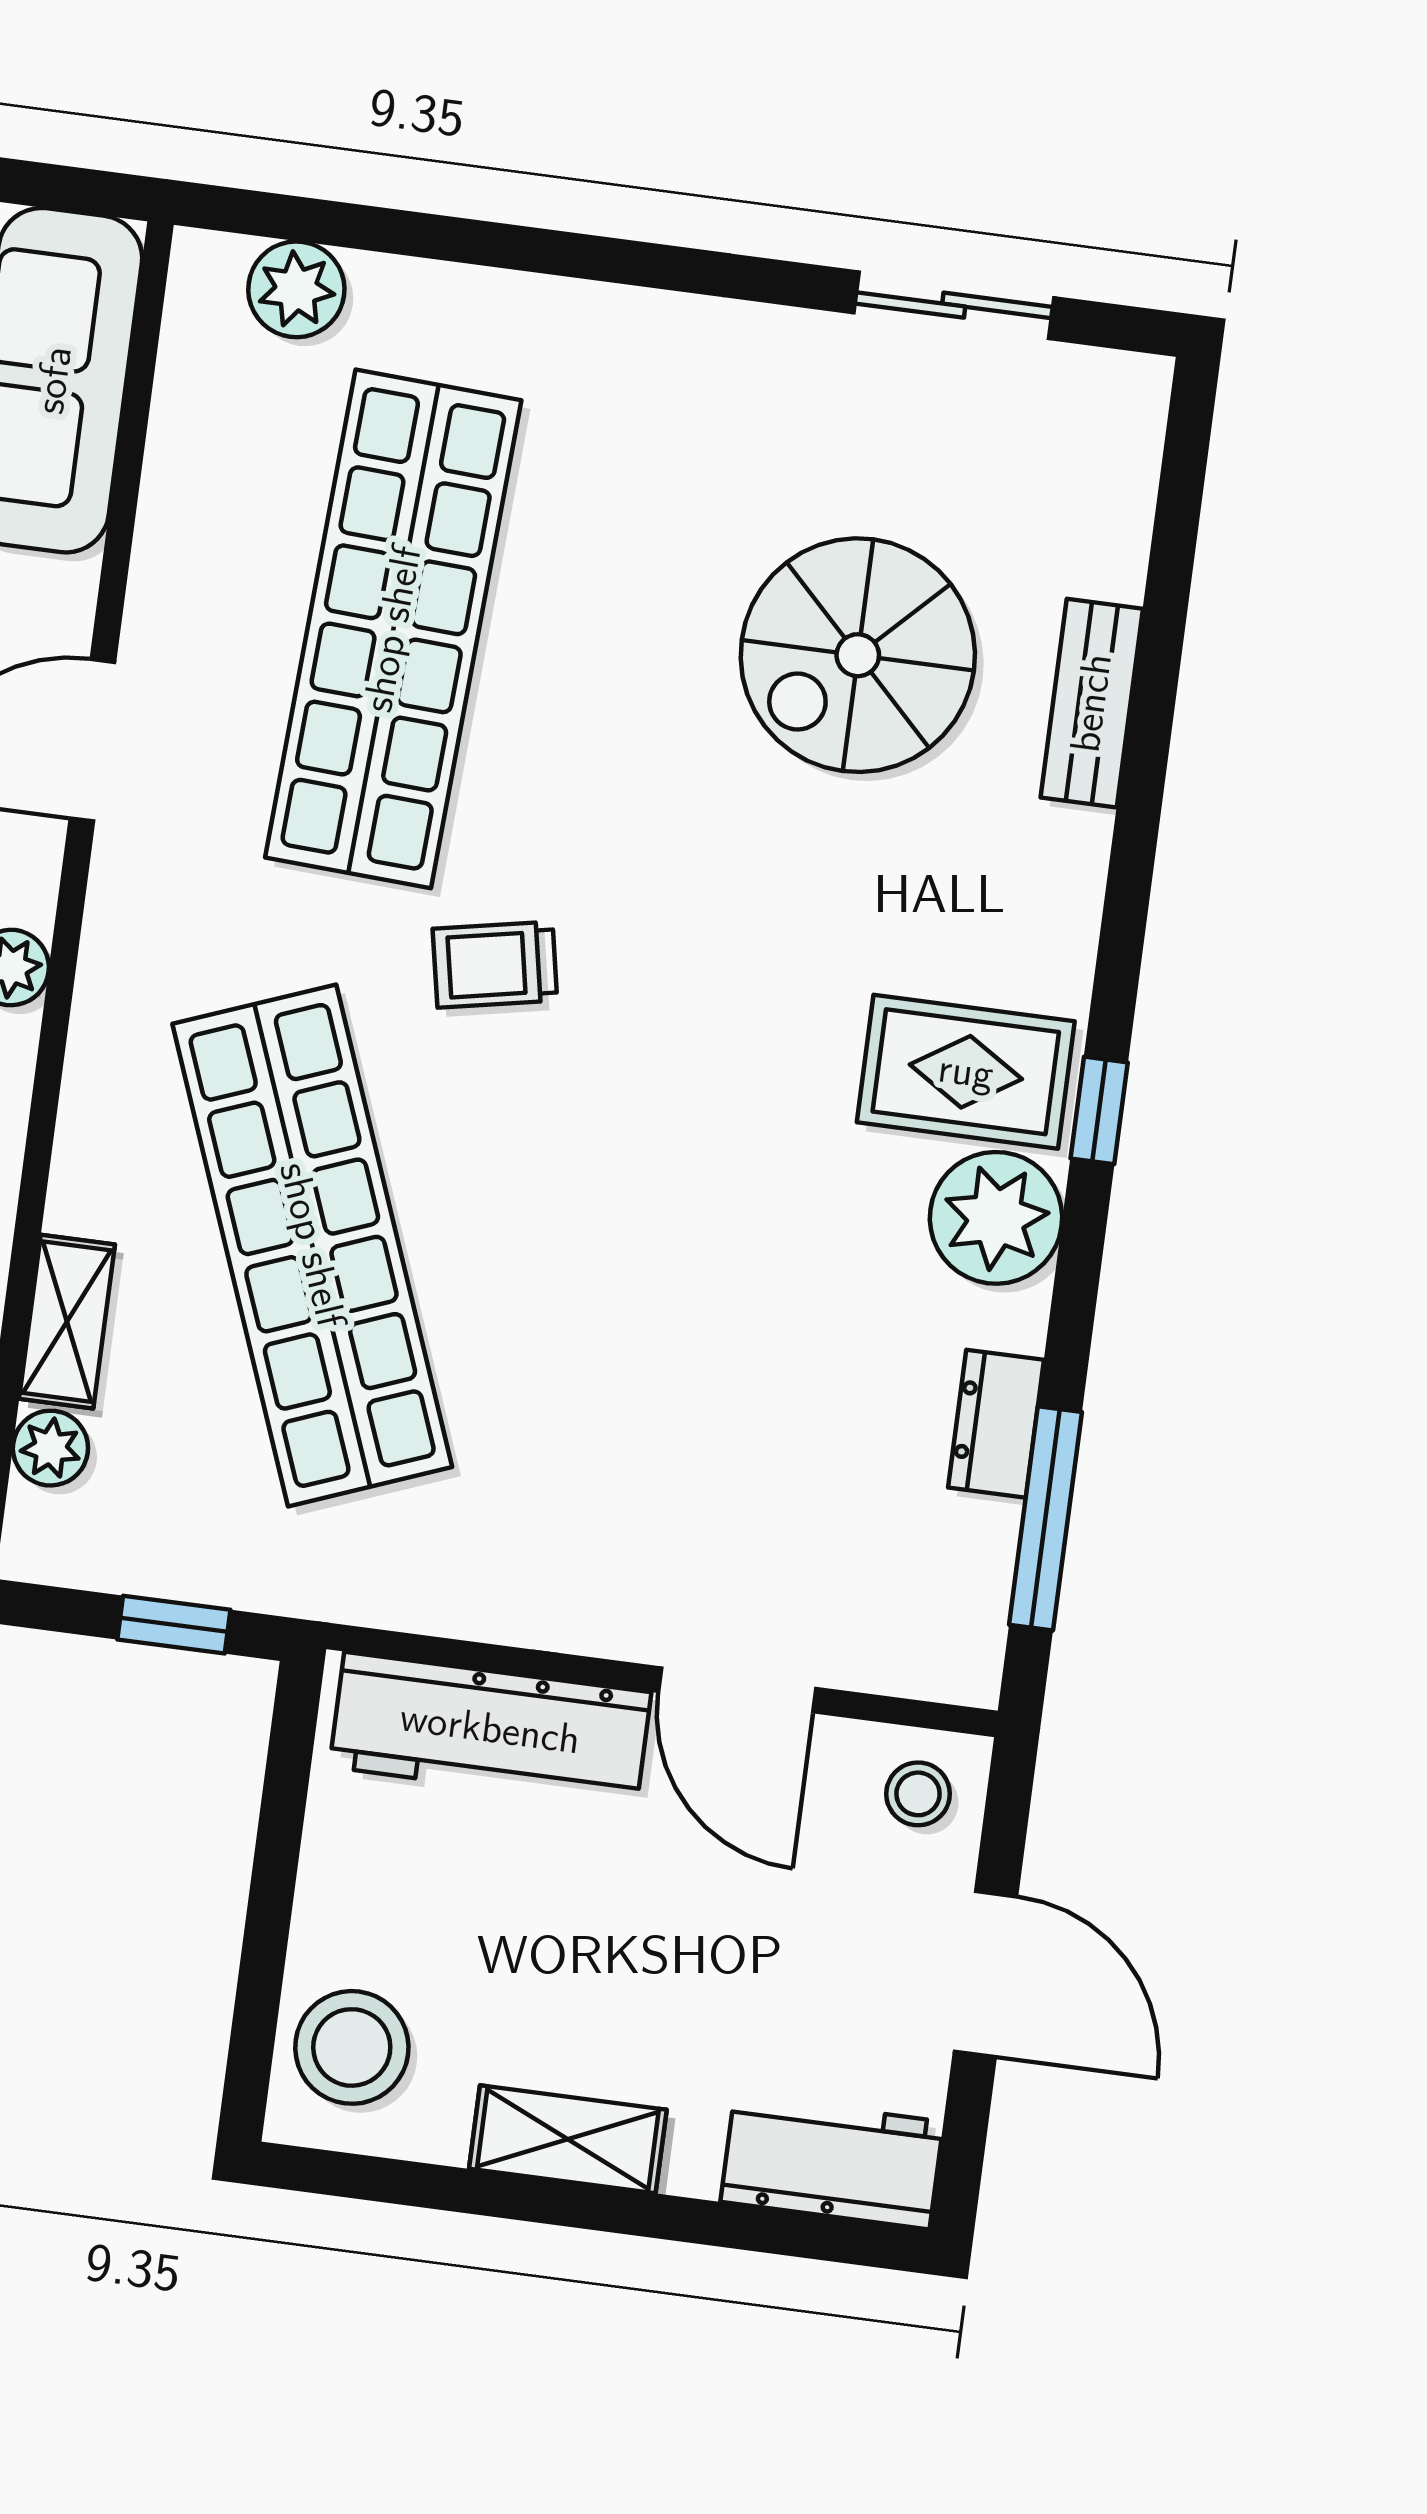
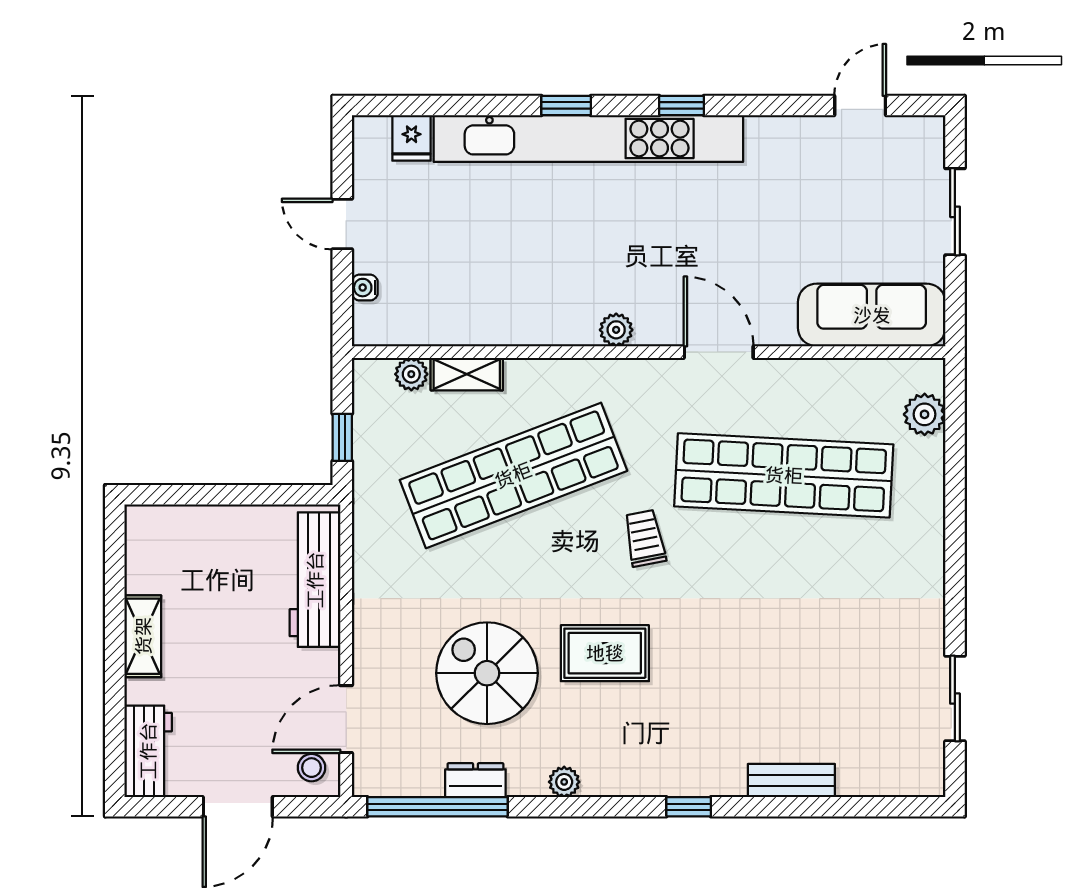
spiral stairs: (858, 655) -> (487, 673), moved
rug: (966, 1072) -> (605, 653), moved, turned 90
window: (1099, 1110) -> (689, 807), moved
plant: (996, 1218) -> (564, 782), width x0.53, depth x0.53
window: (1045, 1518) -> (437, 807), width x1.46
door: (737, 1690) -> (346, 719), moved
stool: (352, 2047) -> (170, 538), removed

